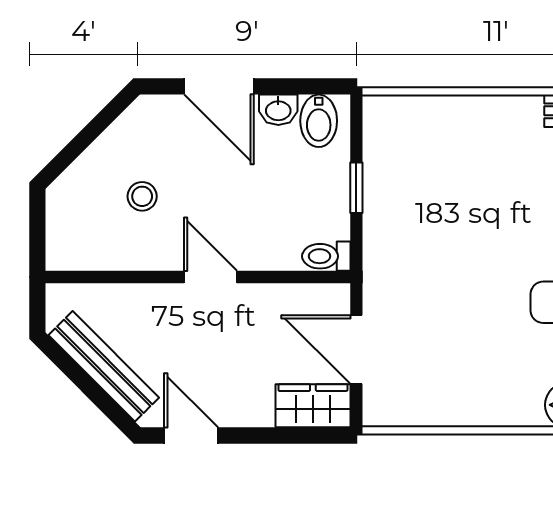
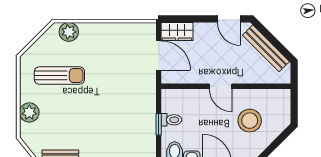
stool: (142, 196) -> (250, 121), width x1.89, depth x1.89
toilet: (326, 256) -> (171, 120), moved

